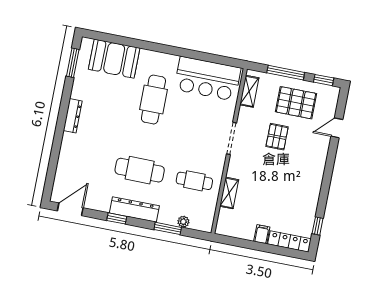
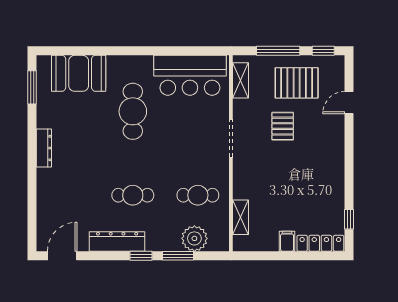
cafe table: (140, 170) -> (133, 195), width x0.73, depth x0.74
shelving: (229, 193) -> (240, 217), moved
dresser: (134, 209) -> (117, 241), moved
window: (117, 218) -> (141, 256), moved
plant: (183, 222) -> (194, 238), width x1.87, depth x1.87

